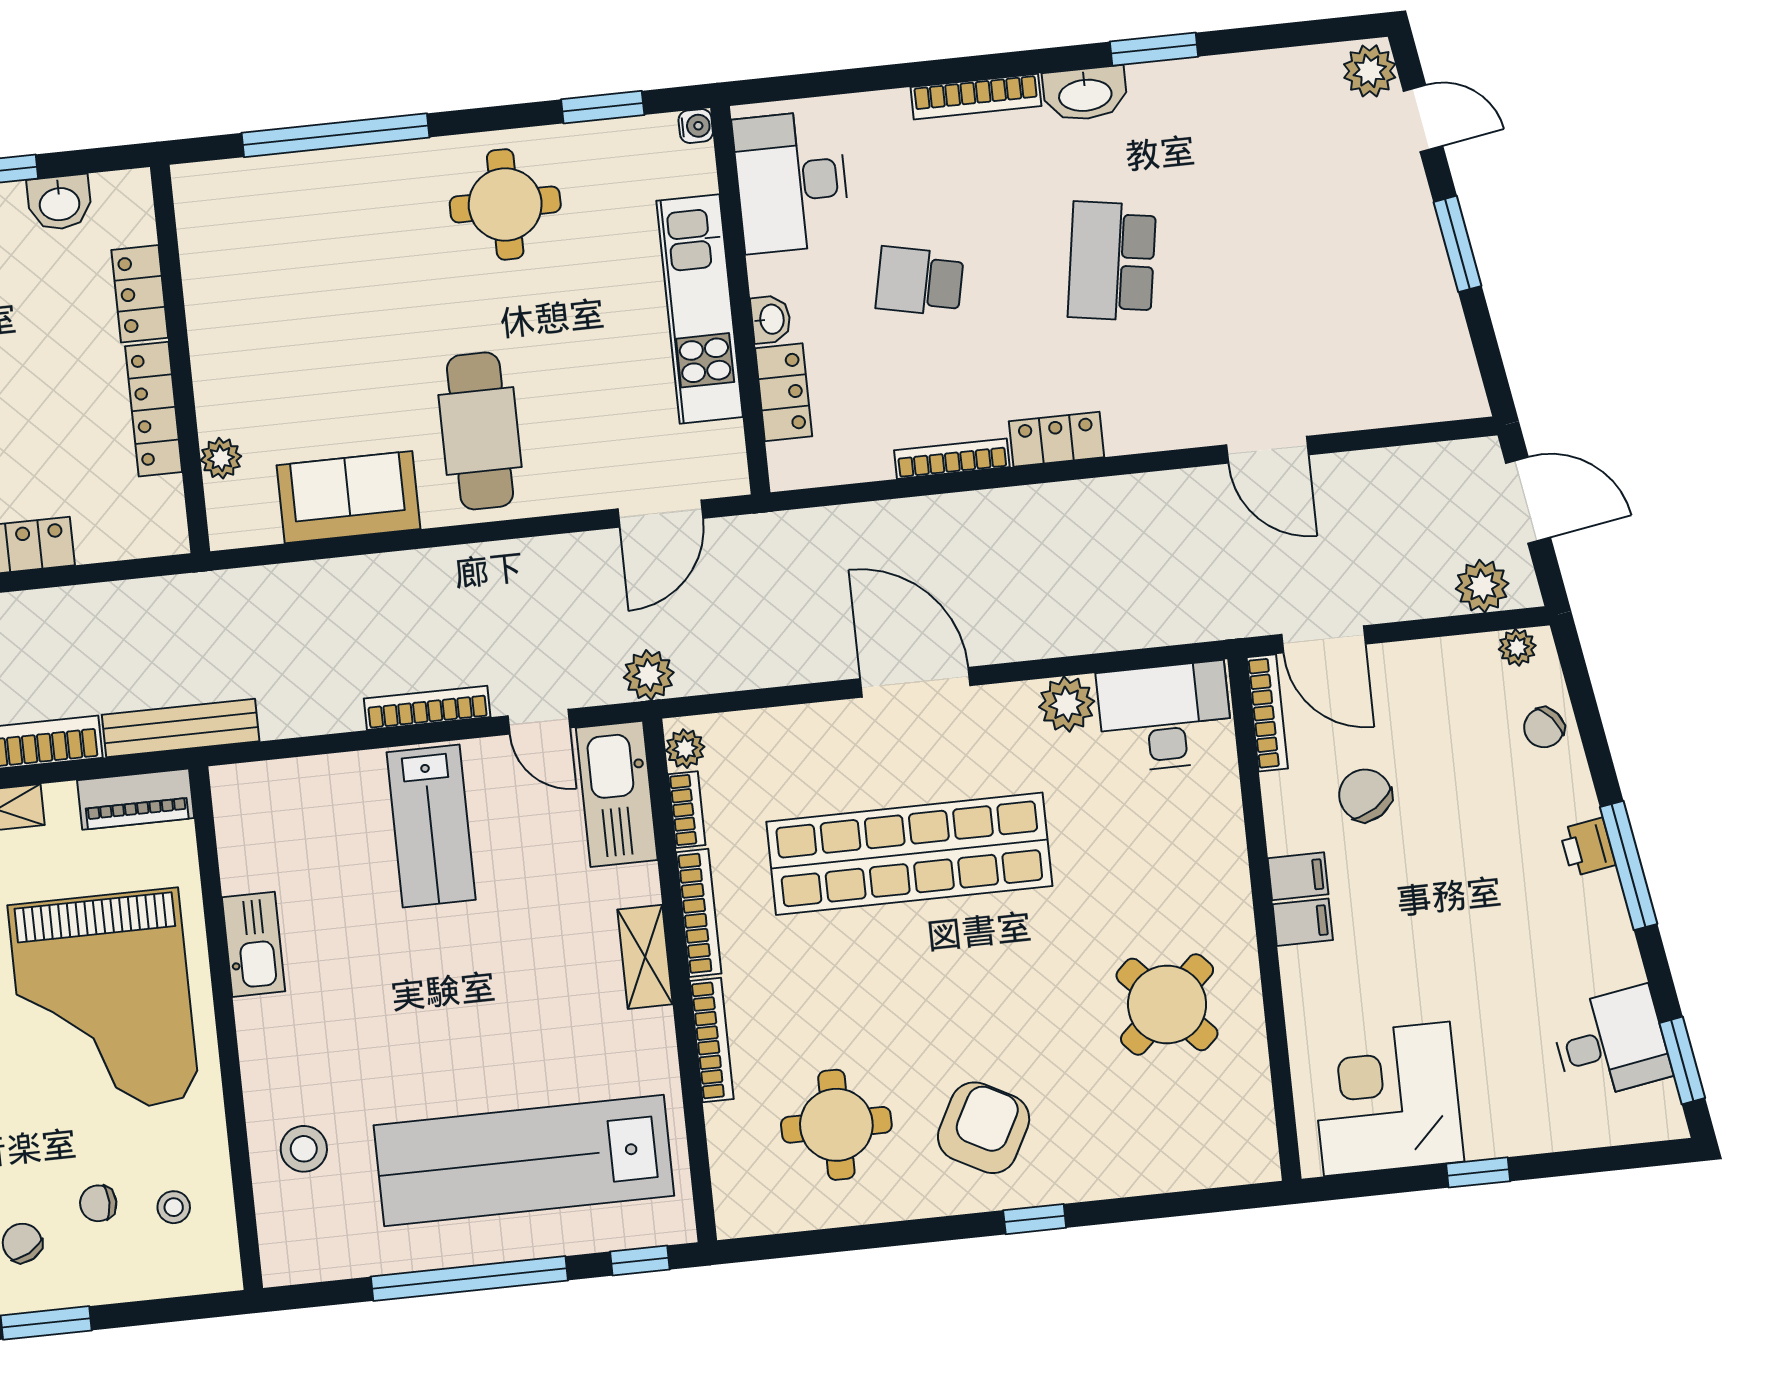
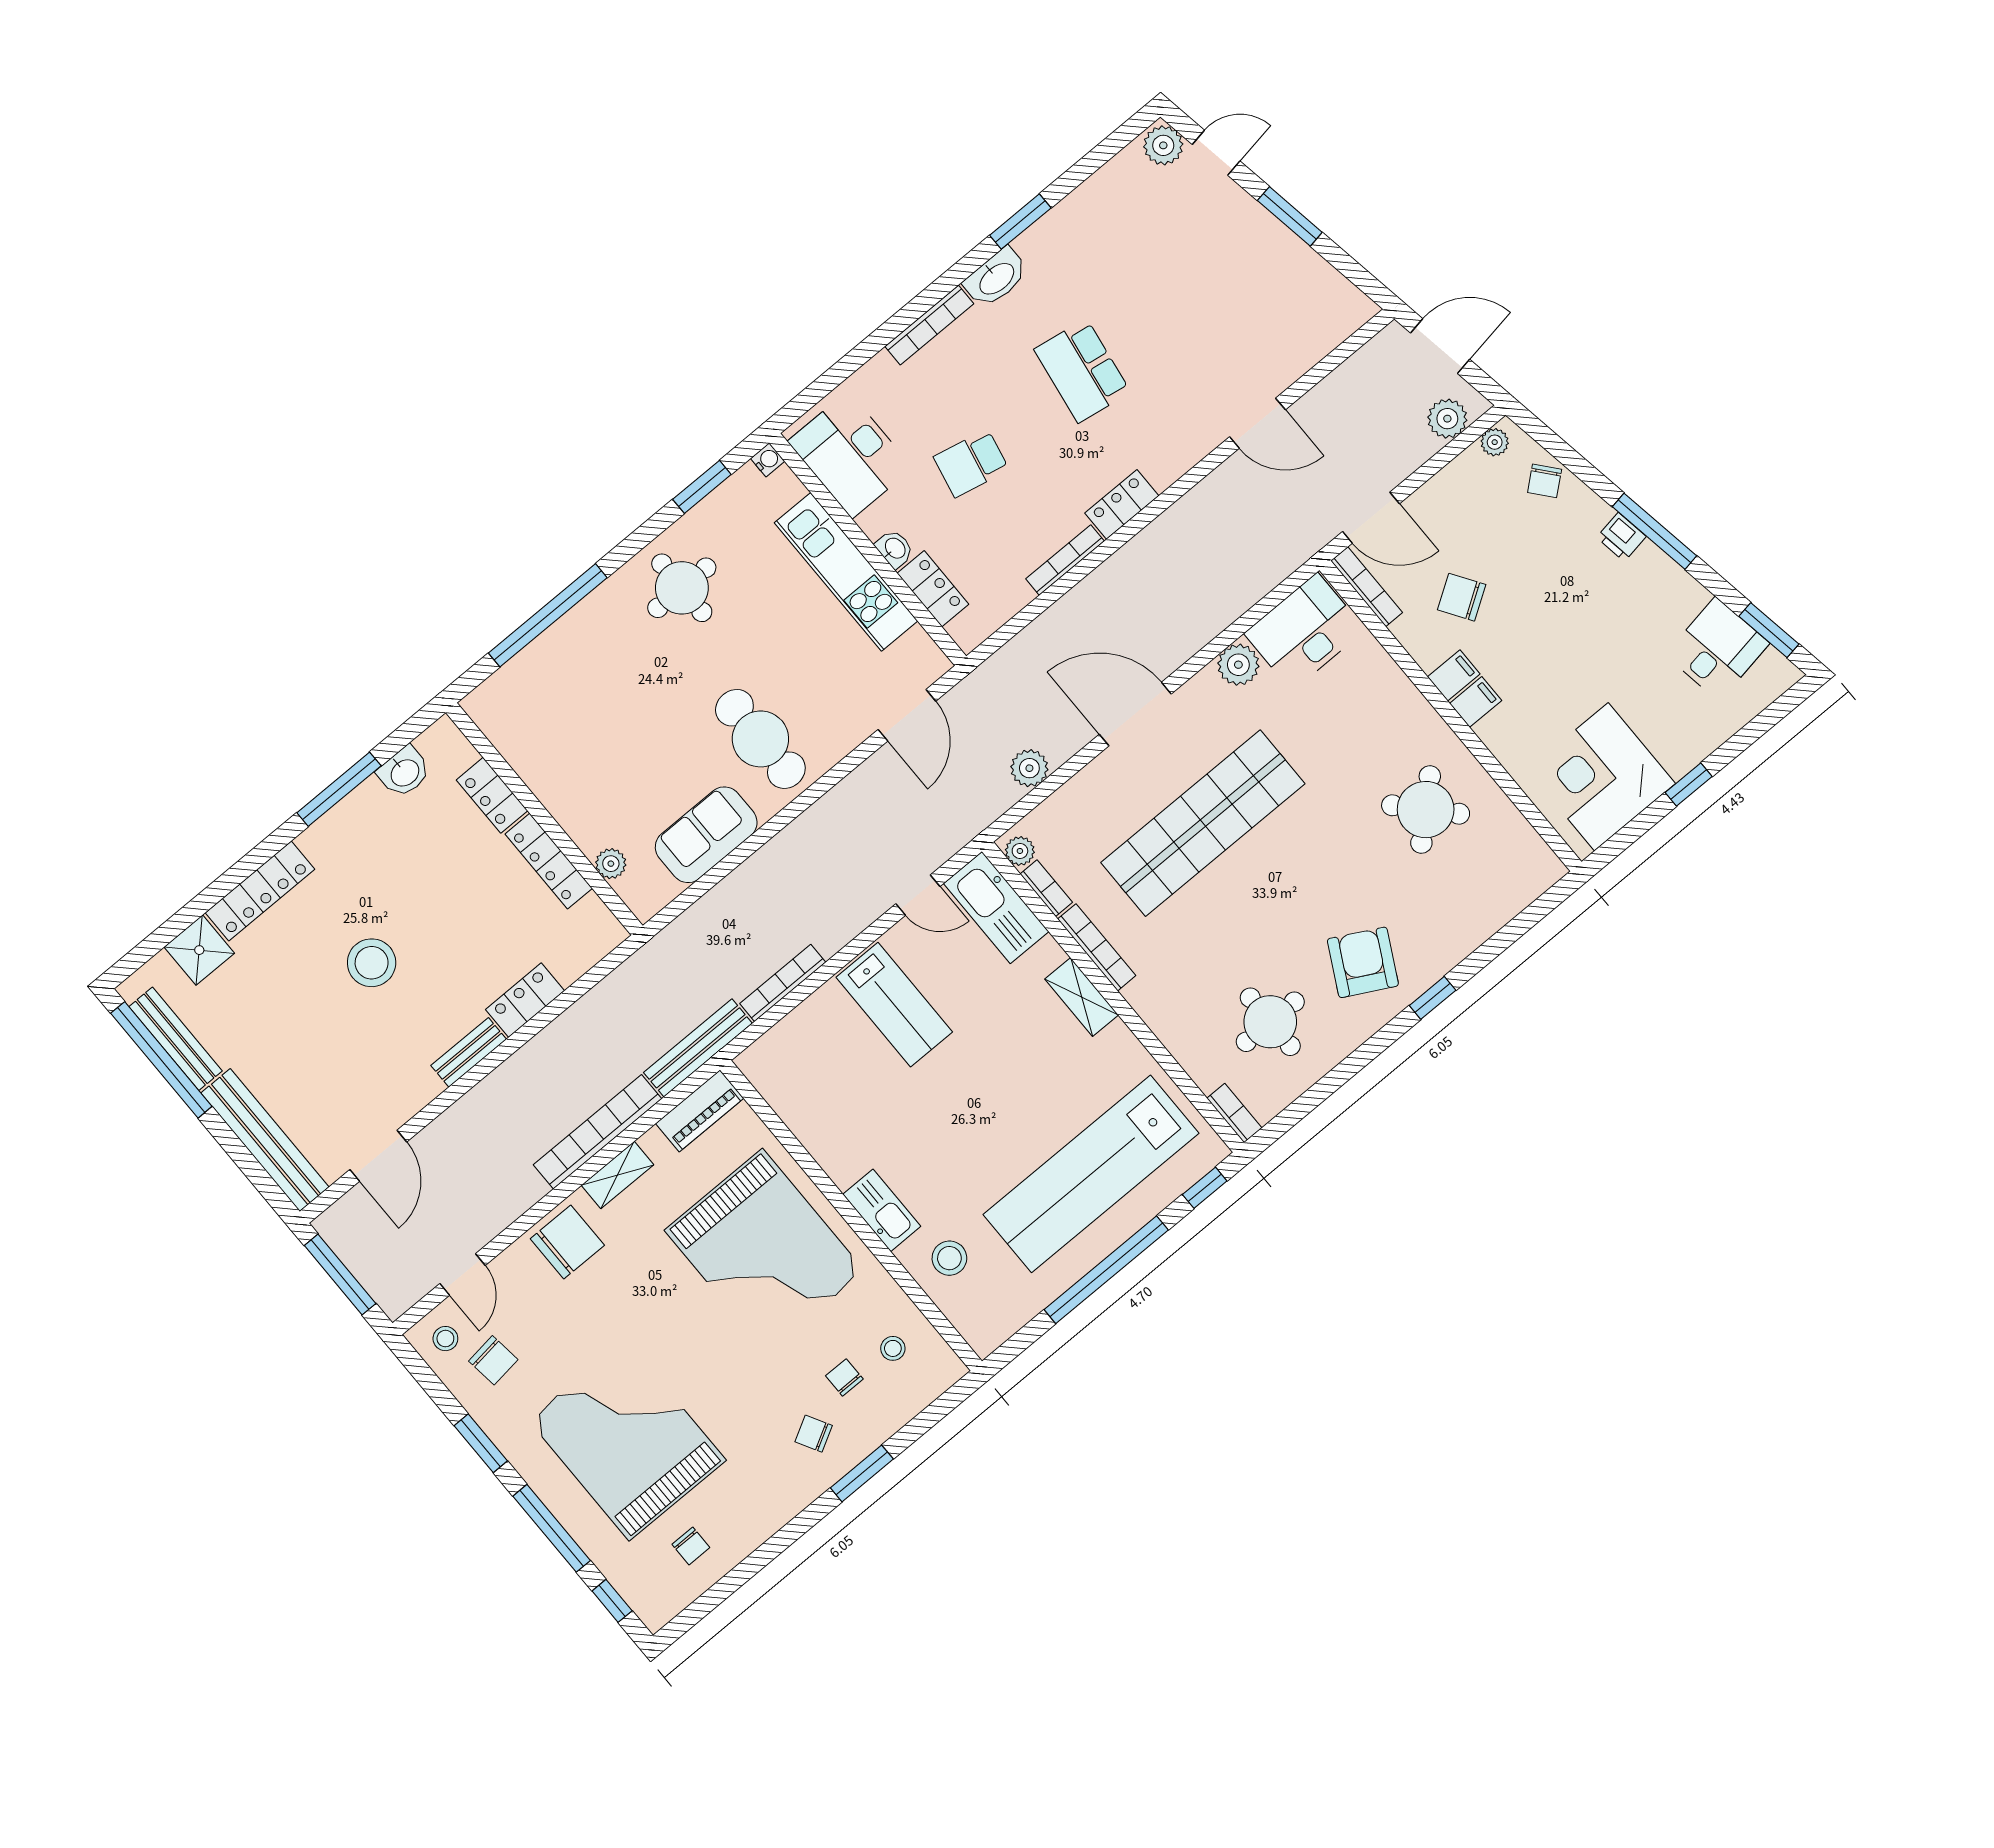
plant: (649, 675) -> (1029, 768), moved
bookcase: (427, 708) -> (783, 983), moved
kitchen sink: (254, 944) -> (882, 1210), moved
bookcase: (712, 1040) -> (1234, 1113), moved, width x0.64
chair: (98, 1203) -> (844, 1377), turned 90

